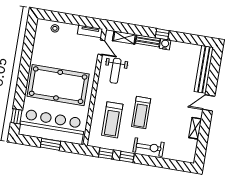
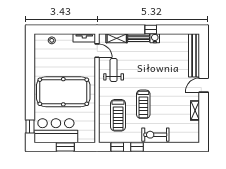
weight bench: (116, 71) -> (114, 70), turned 180
bar counter: (52, 127) -> (56, 131), width x0.73
exercise bike: (149, 147) -> (155, 135), turned 180

